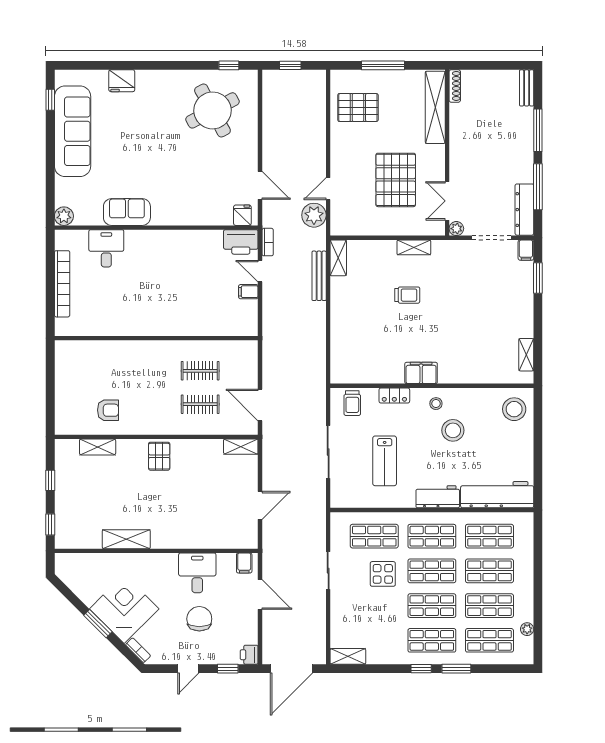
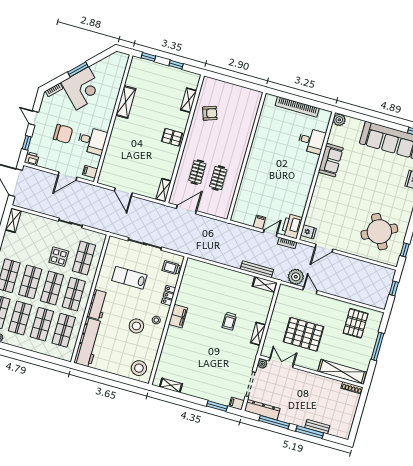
bench: (527, 88) -> (317, 427), moved
armchair: (108, 410) -> (210, 113), turned -109

